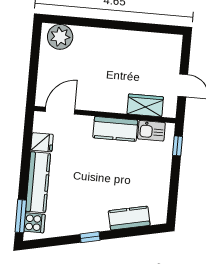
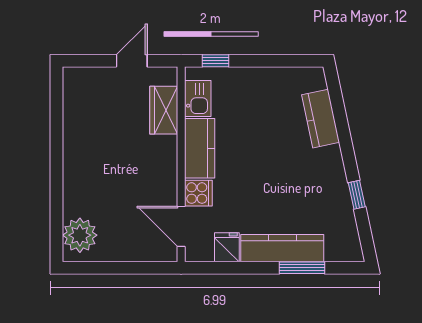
window: (21, 216) -> (302, 268), moved
cooker: (34, 223) -> (198, 193), moved, turned 90
window: (90, 237) -> (357, 195), moved

